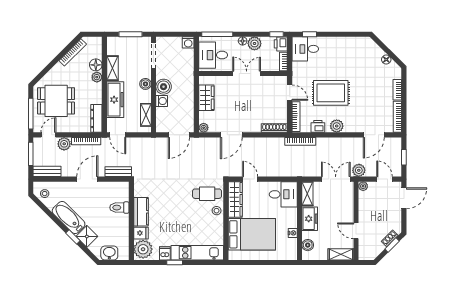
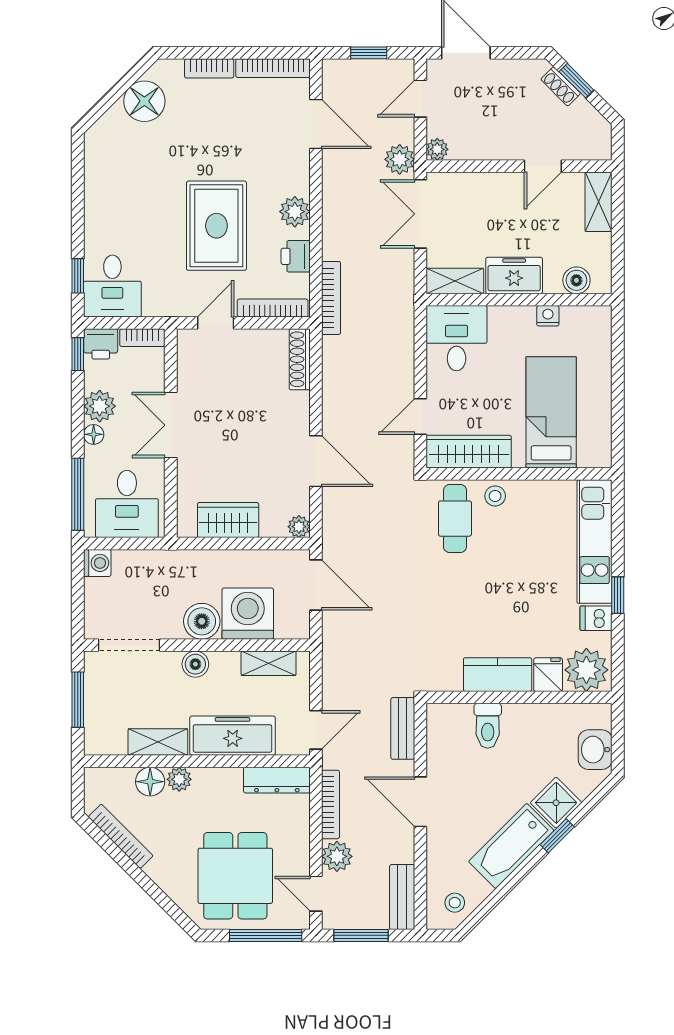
floor lamp: (386, 60) -> (144, 101), width x1.89, depth x1.89
washing machine: (162, 101) -> (248, 614), width x1.89, depth x1.89
bed: (252, 234) -> (551, 412), width x0.67

